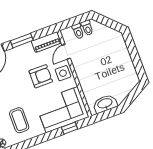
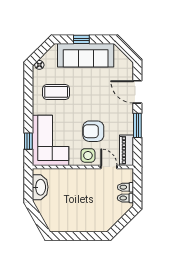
armchair: (41, 76) -> (93, 131), turned 90

